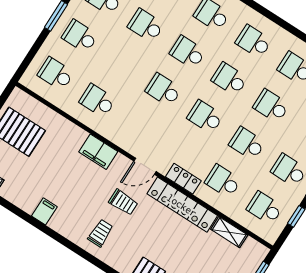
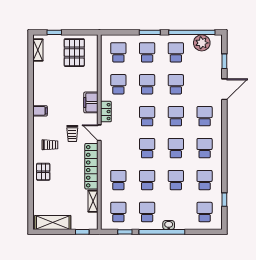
school desk: (122, 63) -> (147, 84), added
locker: (183, 179) -> (106, 112), moved
filing cabinet: (44, 211) -> (40, 111), moved
trolley: (100, 233) -> (50, 145), moved

